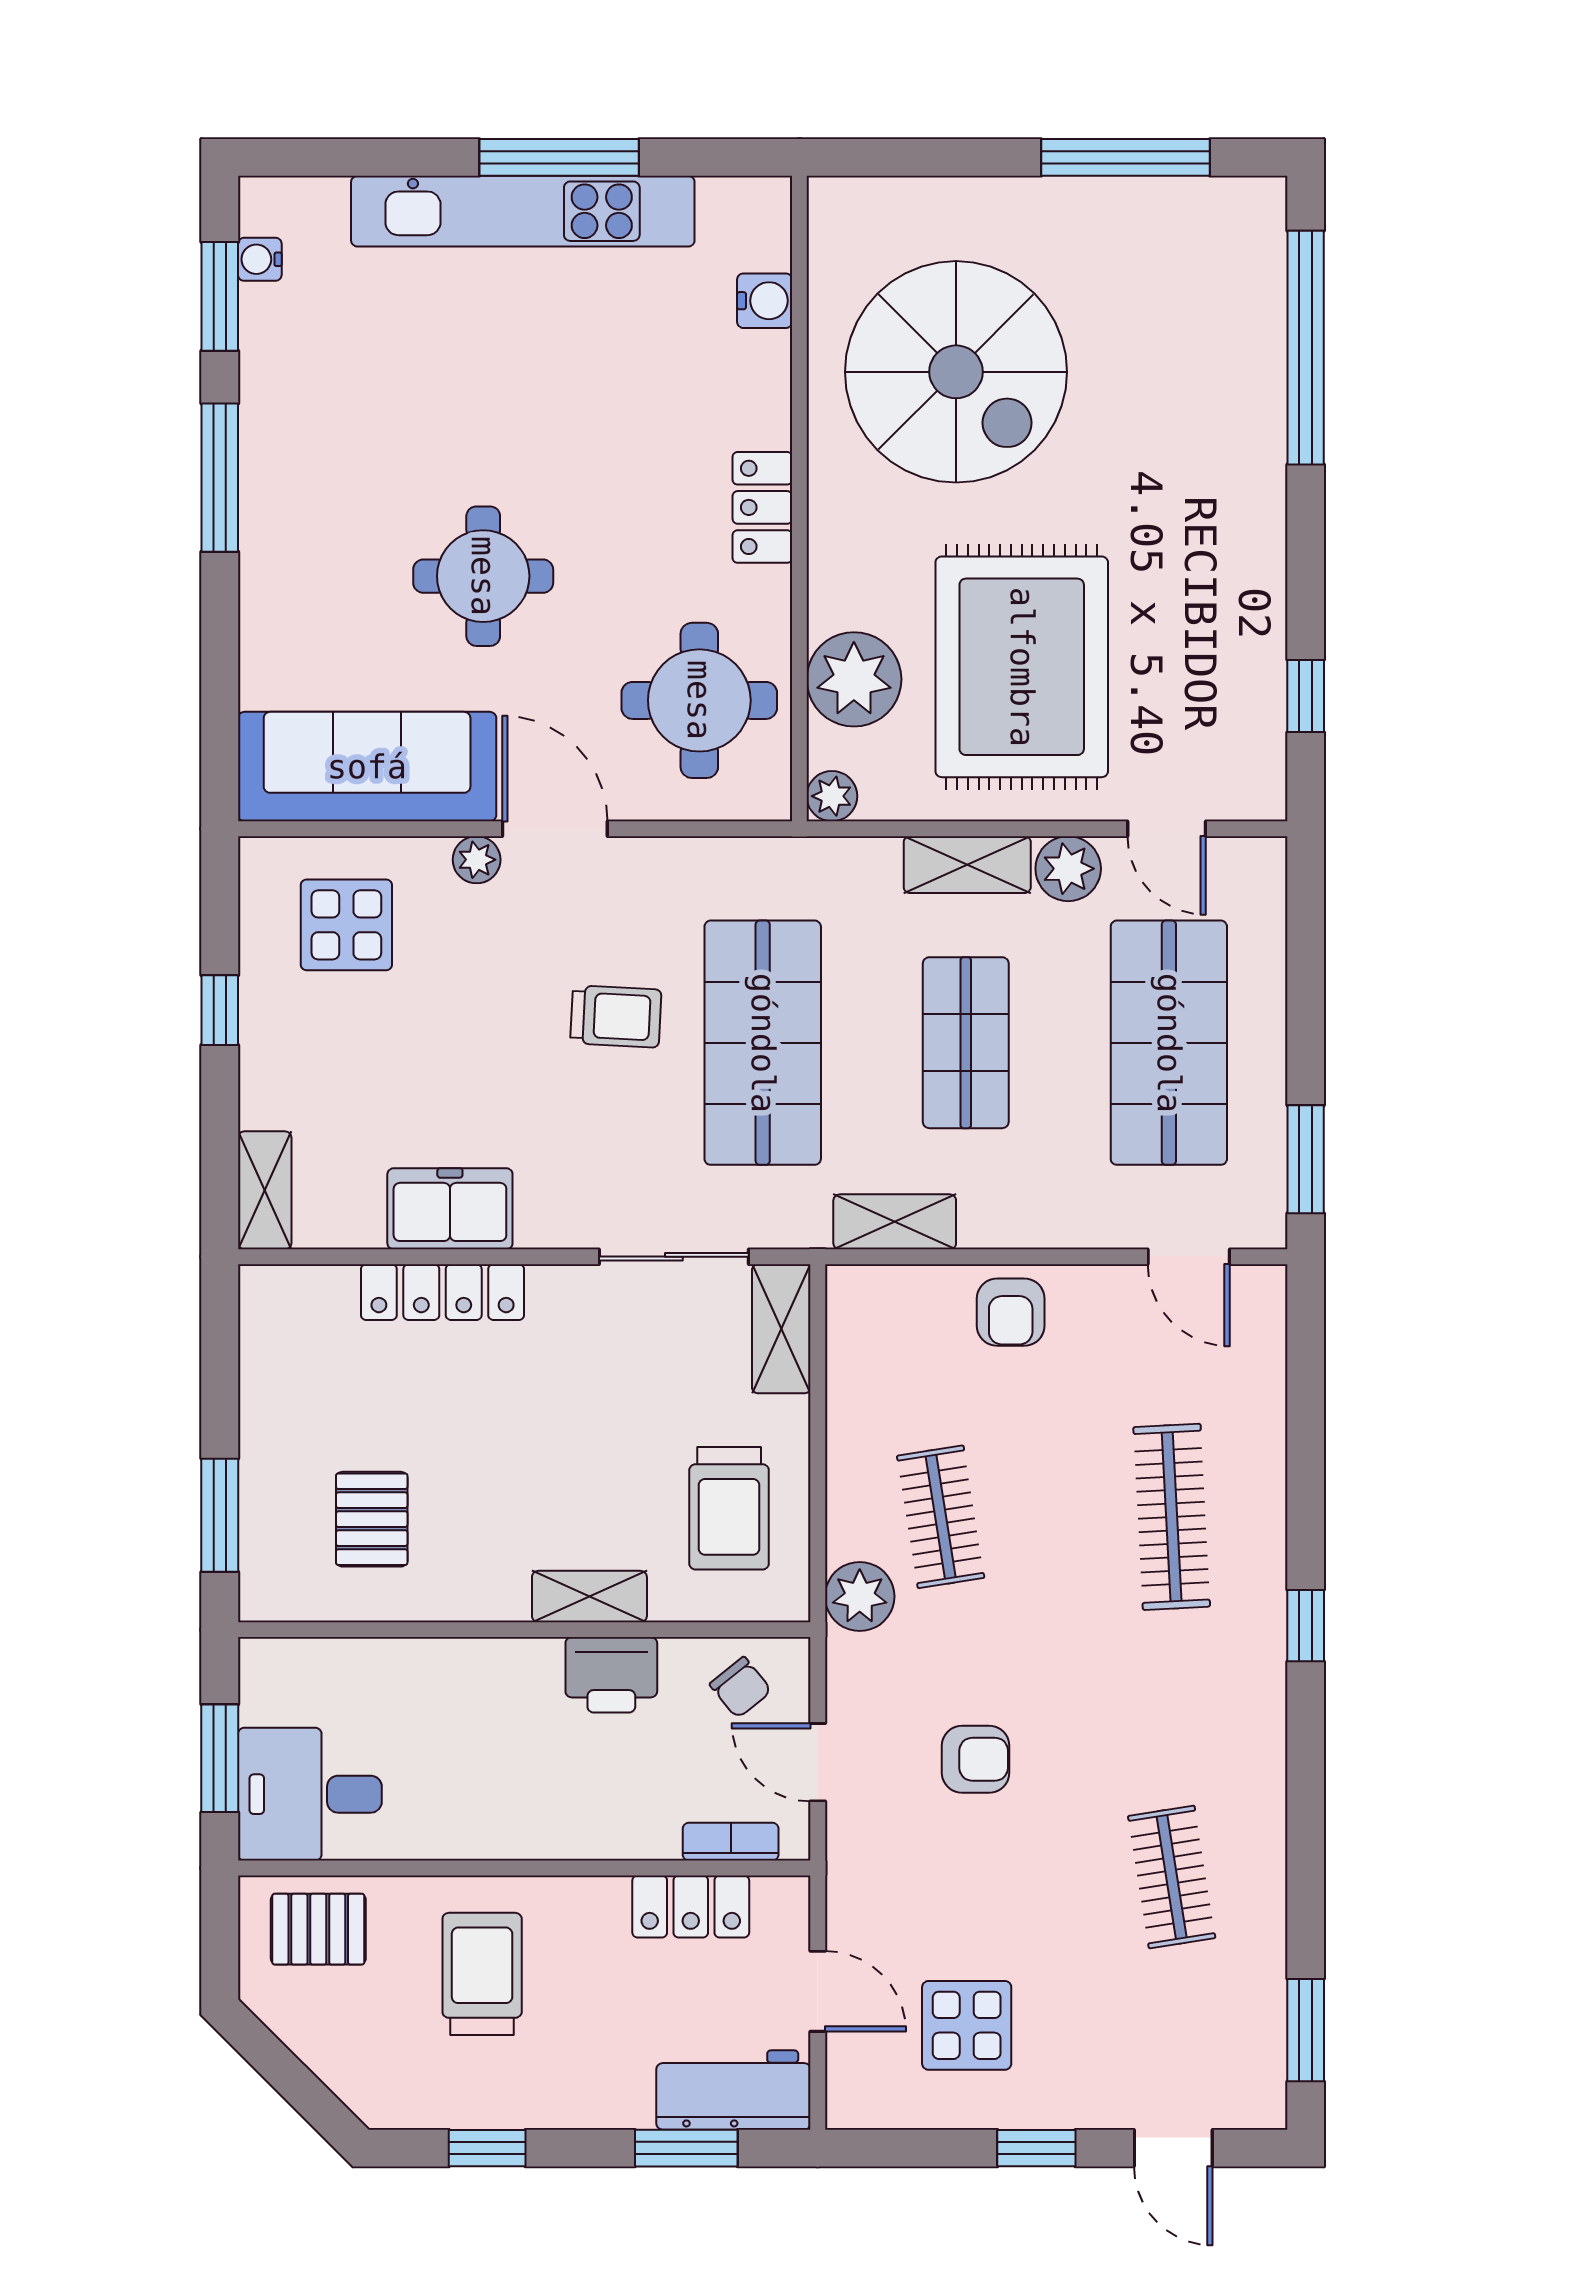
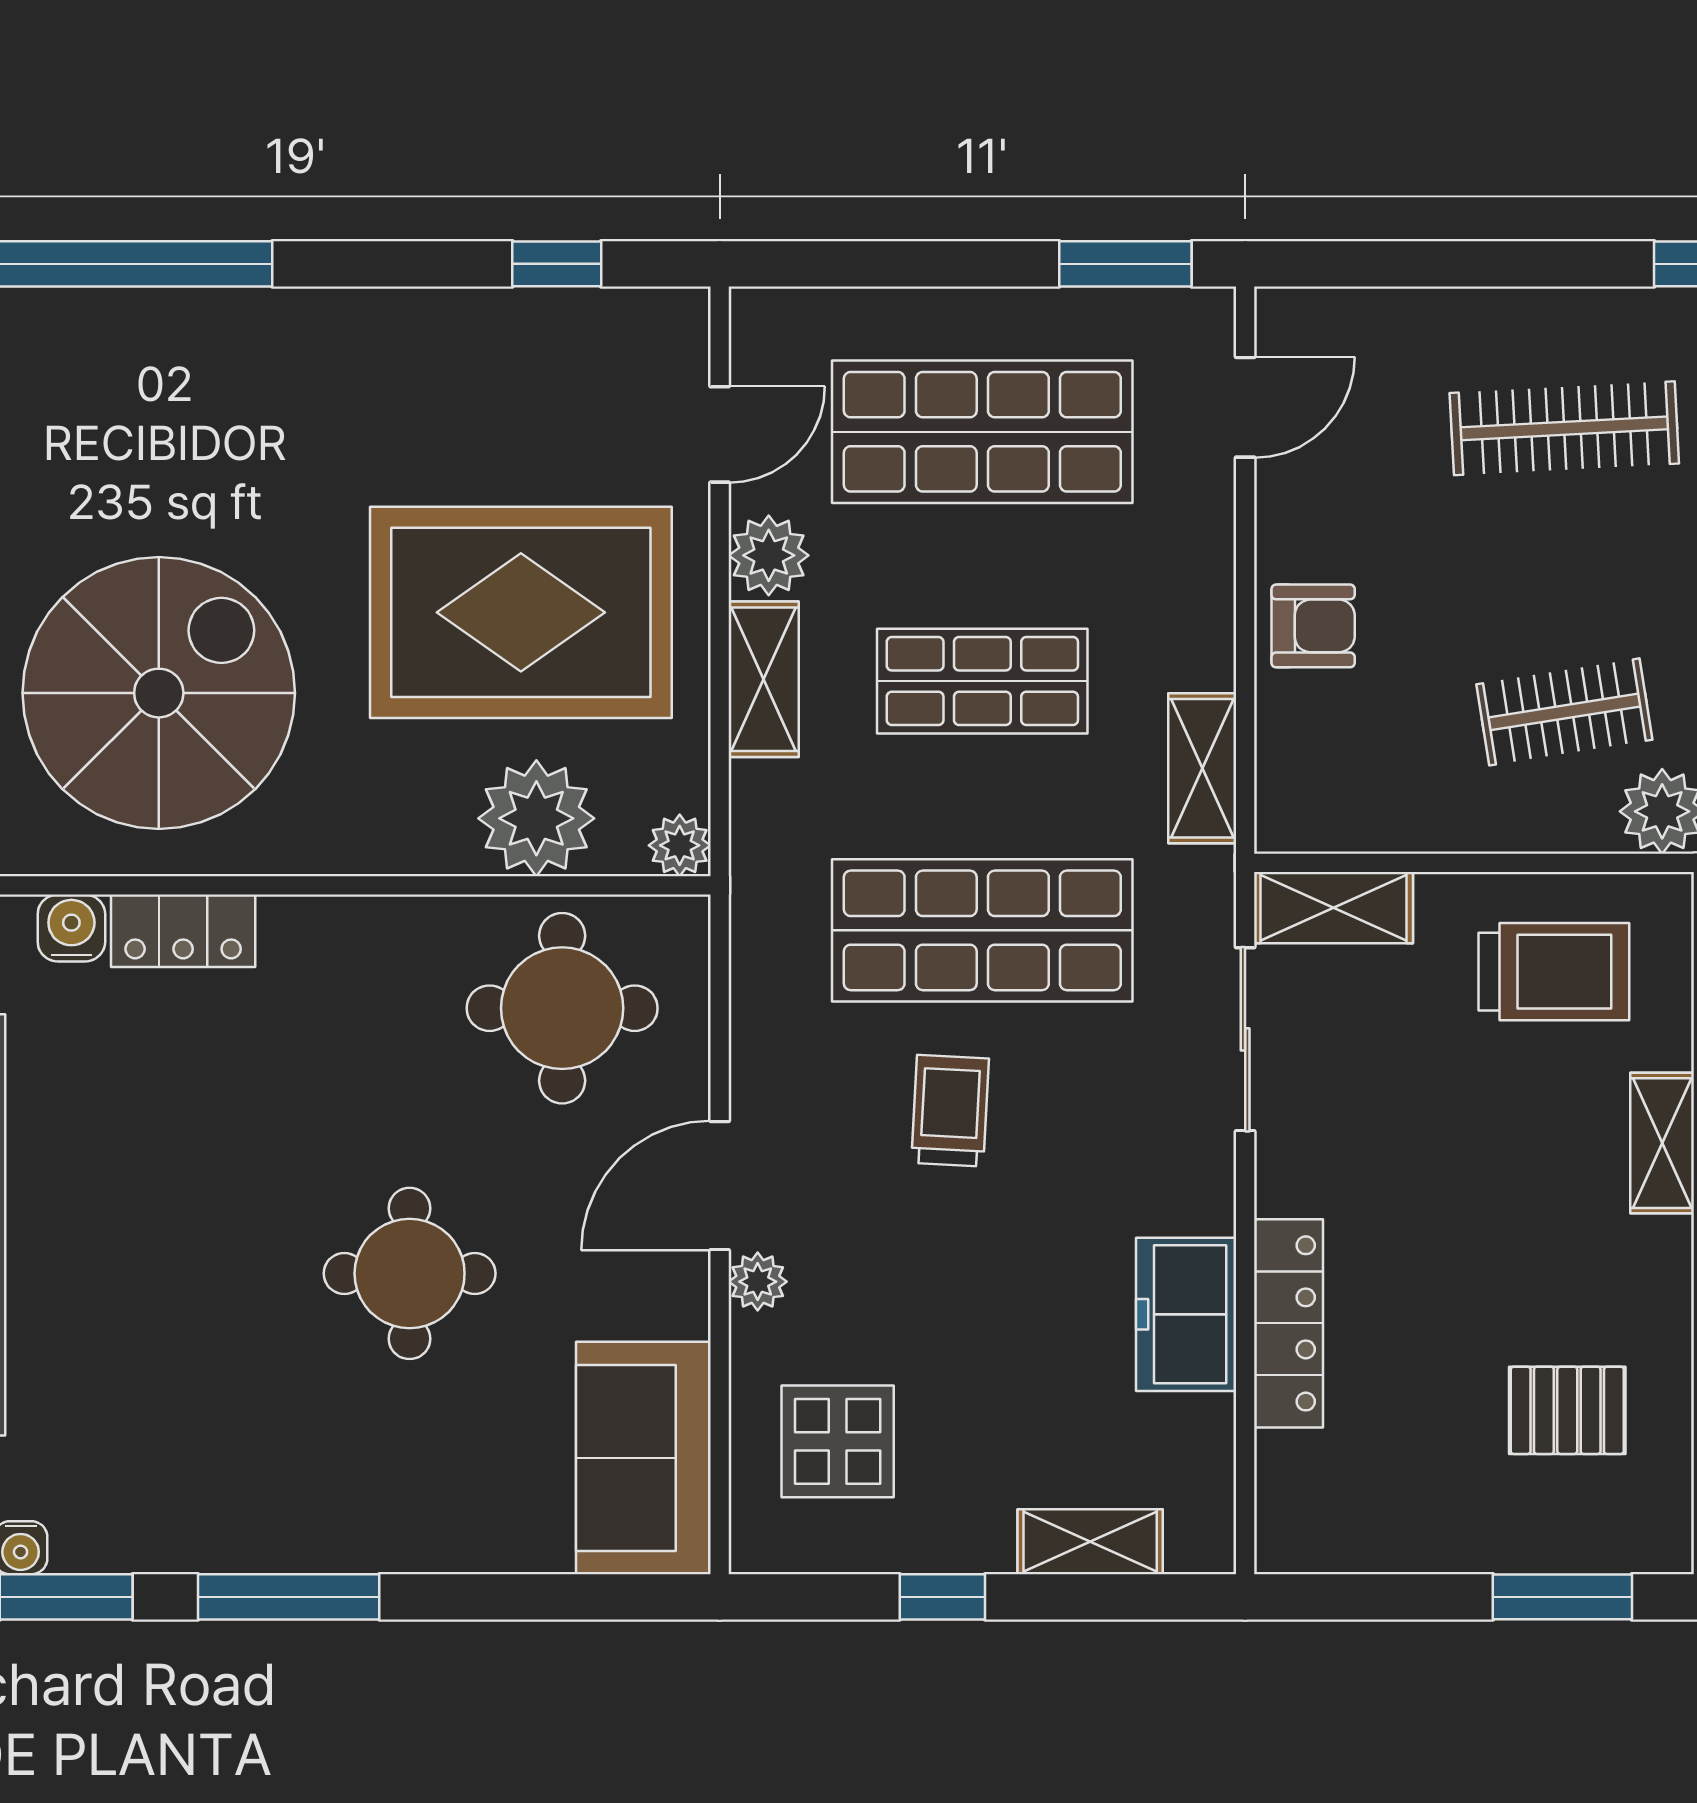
locker: (762, 507) -> (183, 931), moved
sofa: (367, 767) -> (643, 1458), width x0.73
shelving: (265, 1190) -> (1090, 1542), moved

